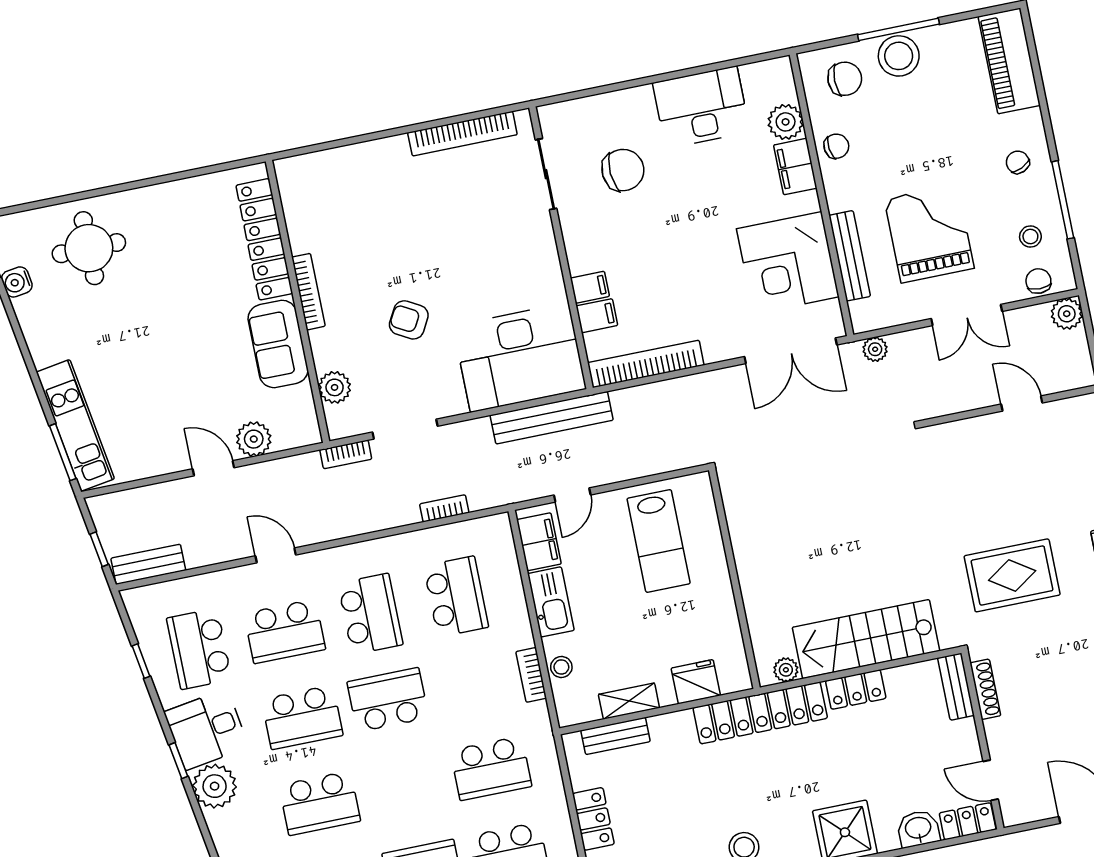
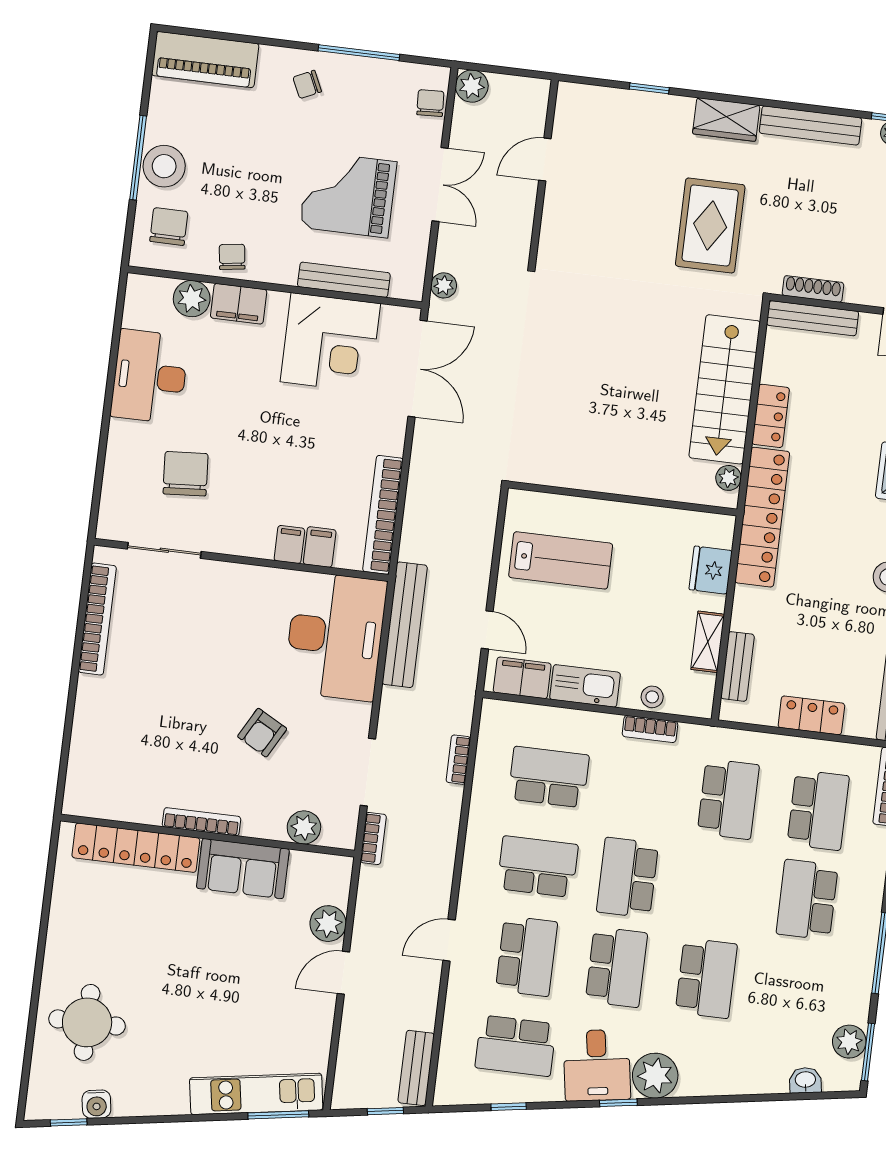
stool: (1030, 237) -> (384, 96), removed
chair: (1038, 281) -> (430, 103), turned 87
bench: (956, 687) -> (813, 318), width x1.36

